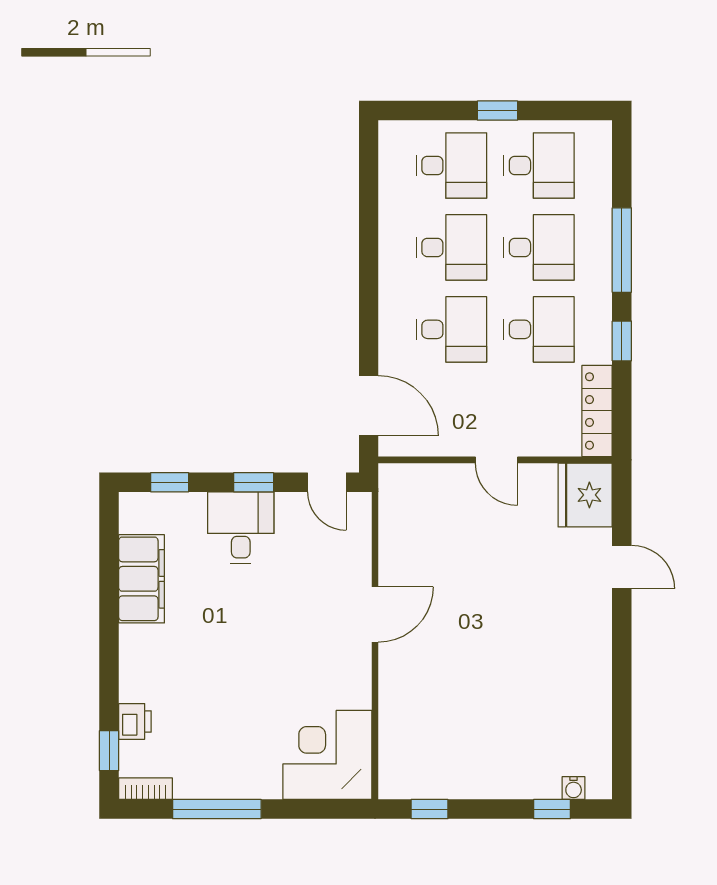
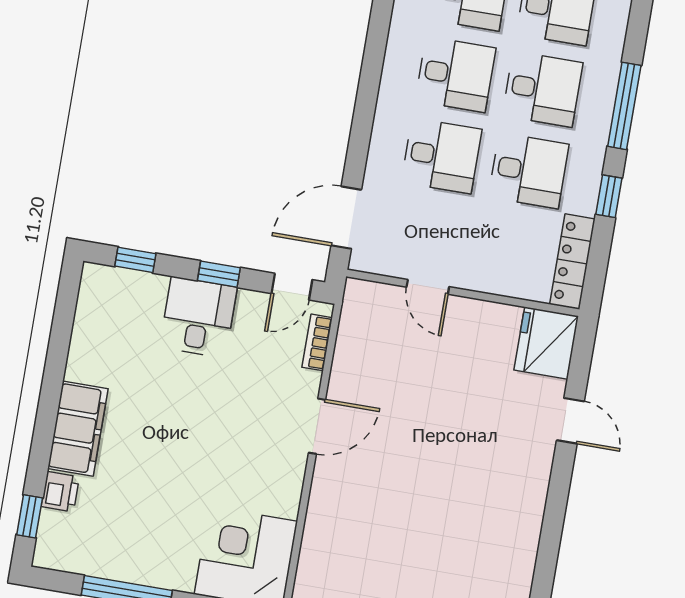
door: (369, 406) -> (346, 218), swing flipped
door: (496, 460) -> (428, 287), moved
door: (327, 482) -> (292, 287), hinge flipped
filing cabinet: (142, 579) -> (78, 429), moved
bookcase: (146, 789) -> (317, 342), moved, turned -90

